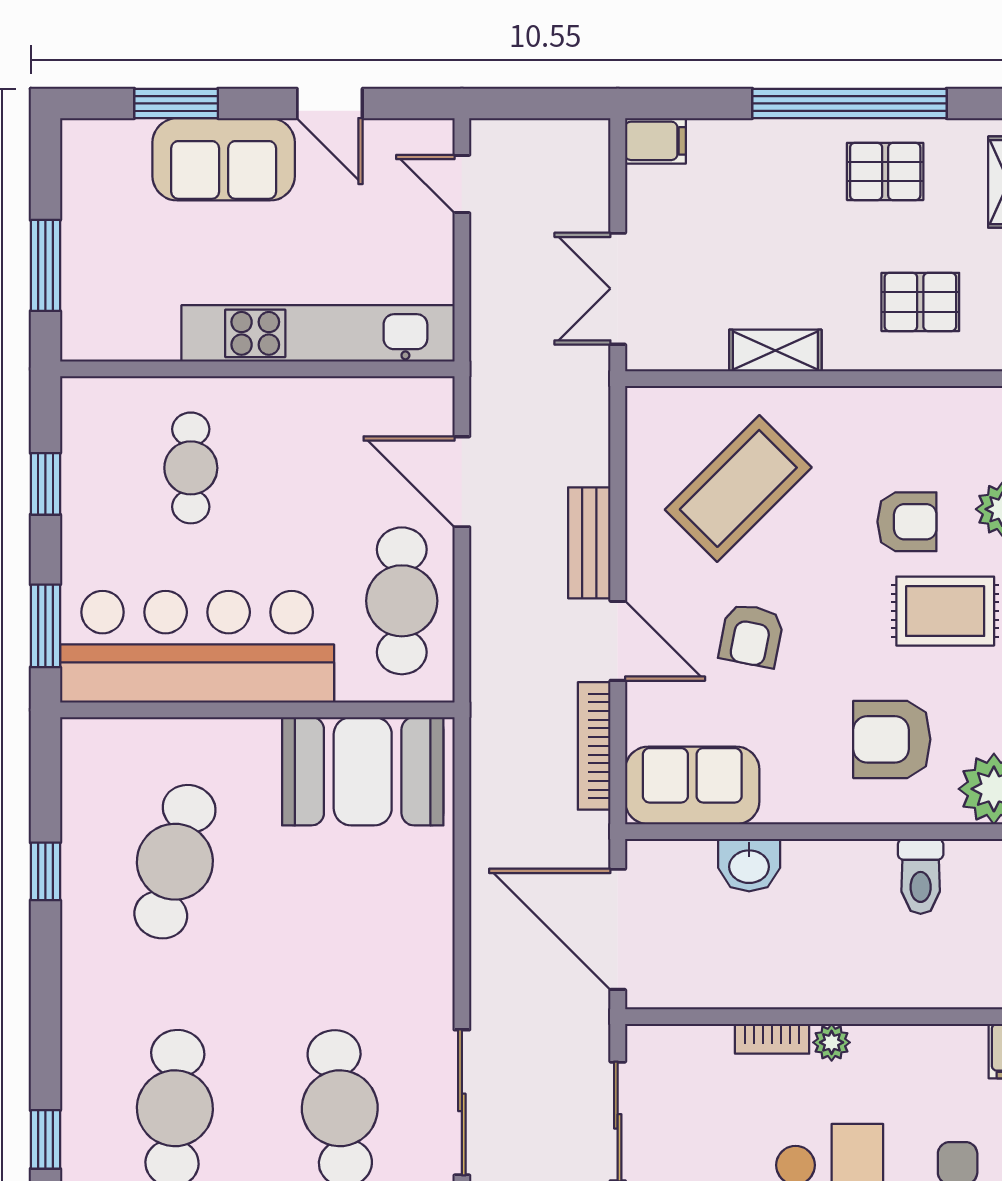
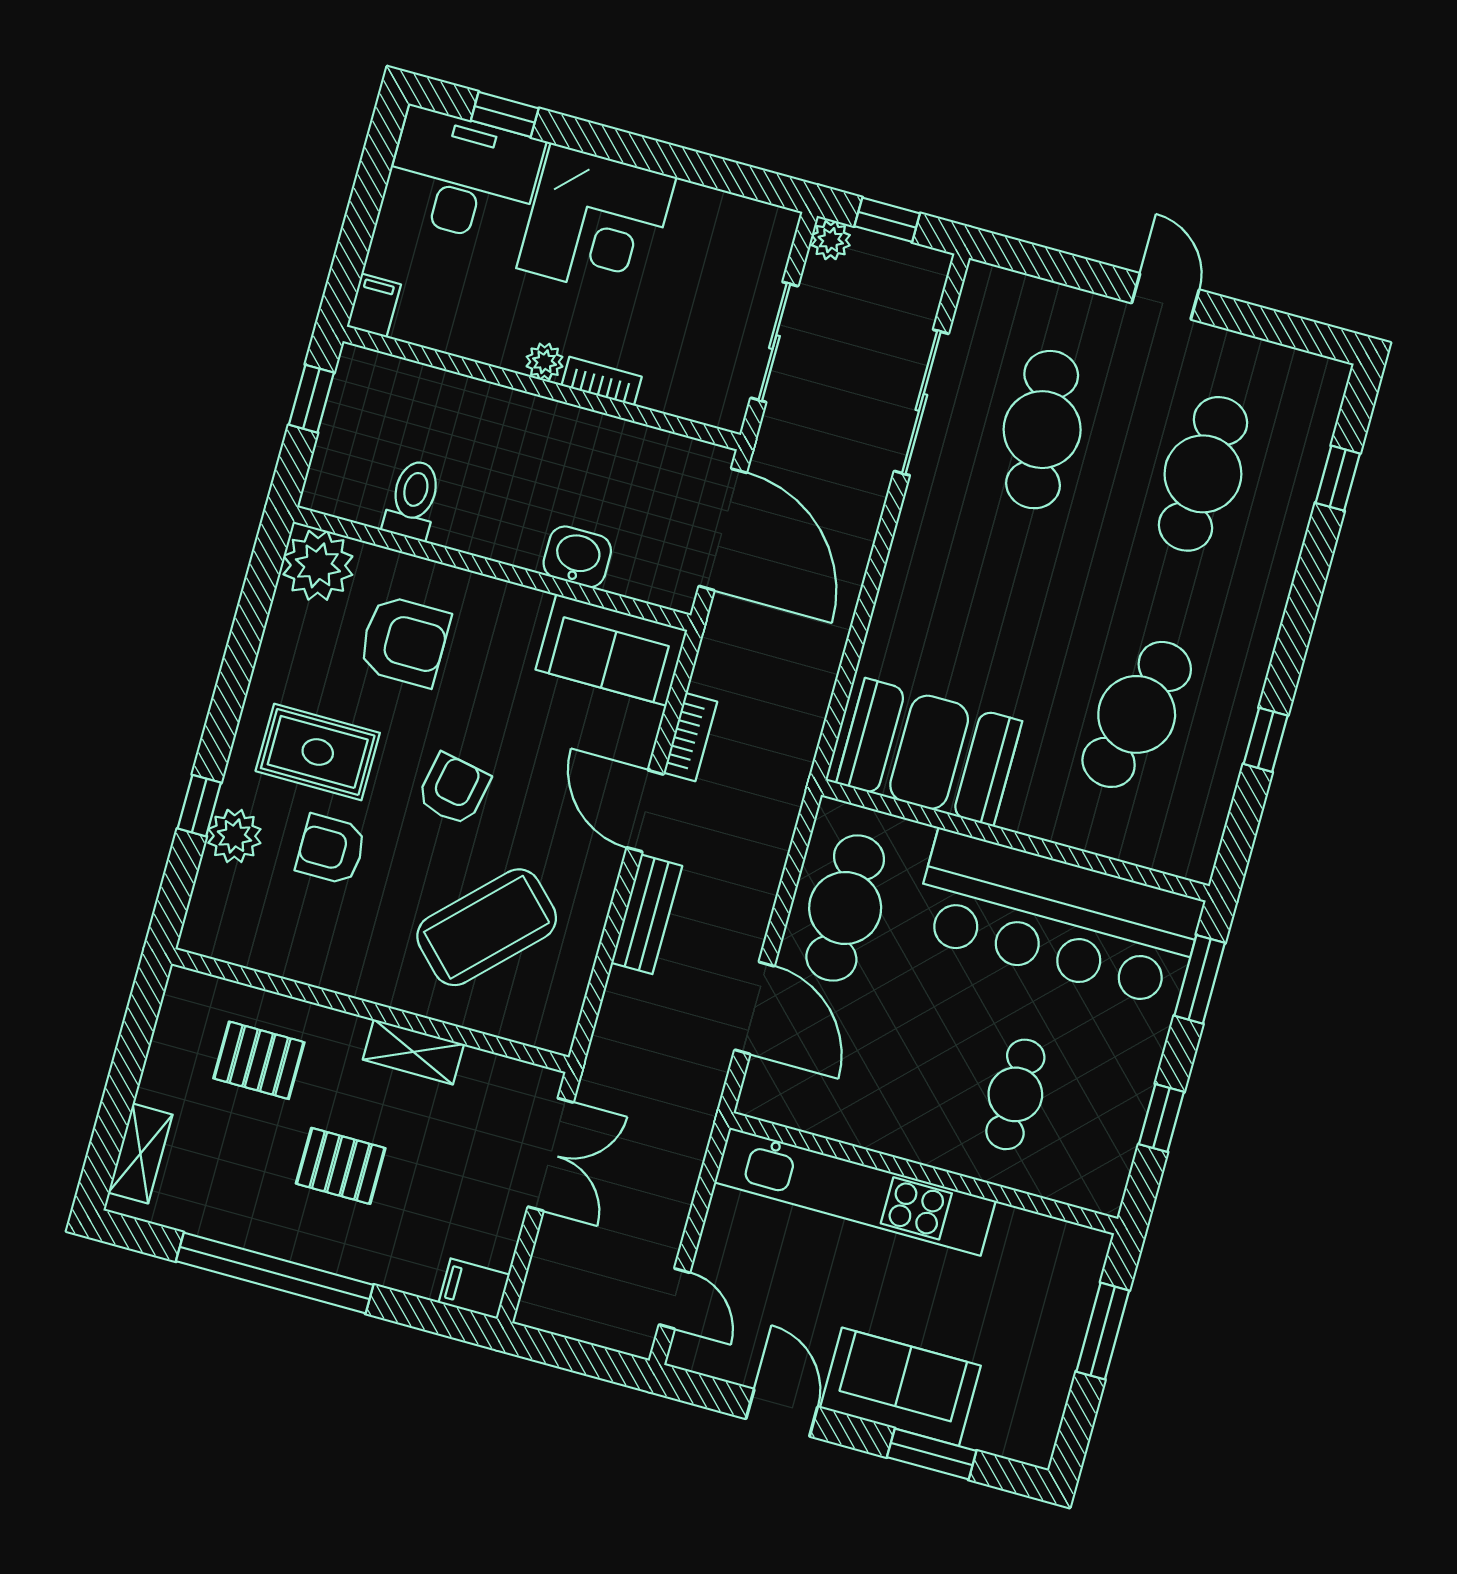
pallet: (885, 171) -> (341, 1166), moved
armchair: (751, 635) -> (454, 789), moved
bookcase: (594, 746) -> (690, 737), width x0.64

